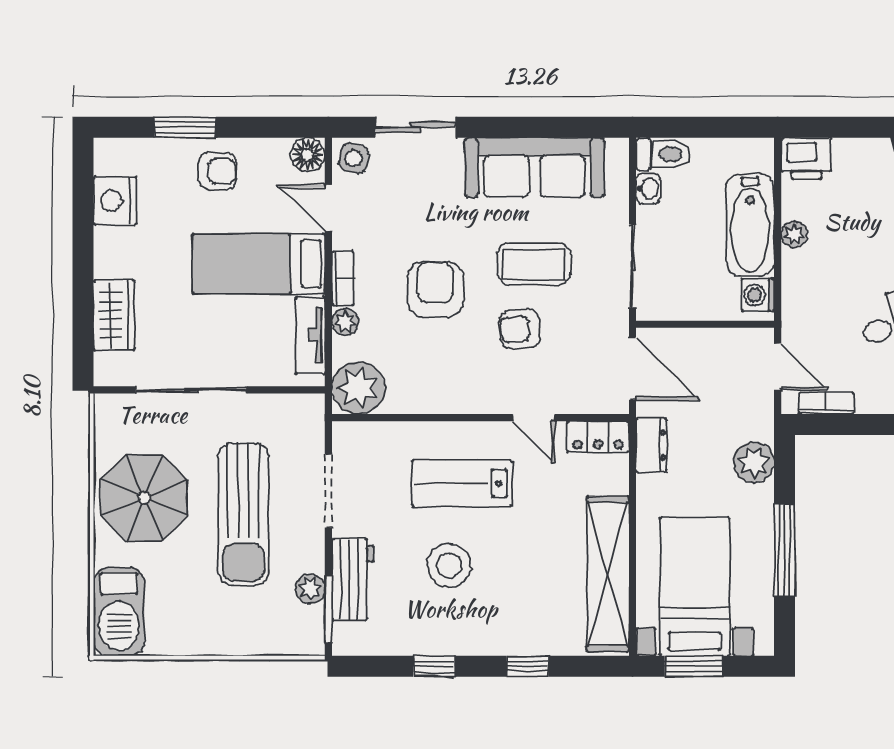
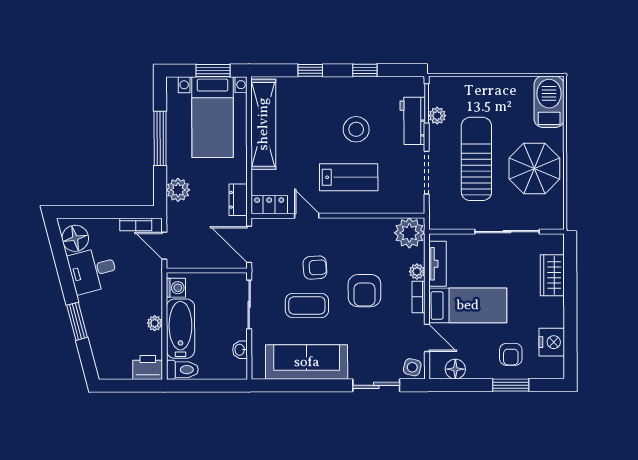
toilet: (663, 154) -> (182, 370), moved, turned 180
floor lamp: (308, 155) -> (455, 369), moved
armchair: (217, 171) -> (511, 354), moved, turned -90

